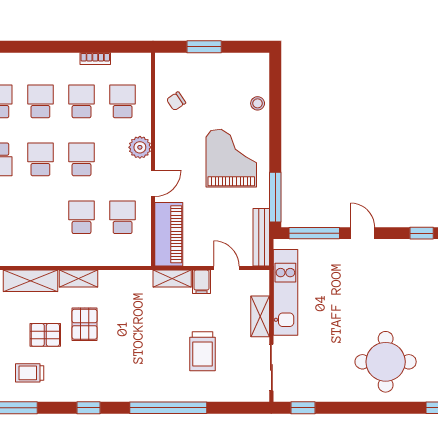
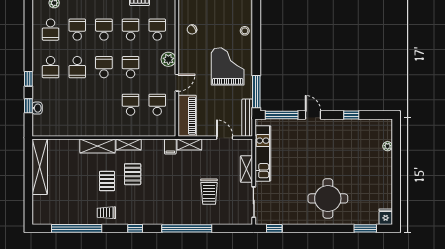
filing cabinet: (201, 282) -> (170, 147), moved
pallet: (45, 335) -> (107, 181), turned 90
trolley: (30, 373) -> (106, 213), moved

